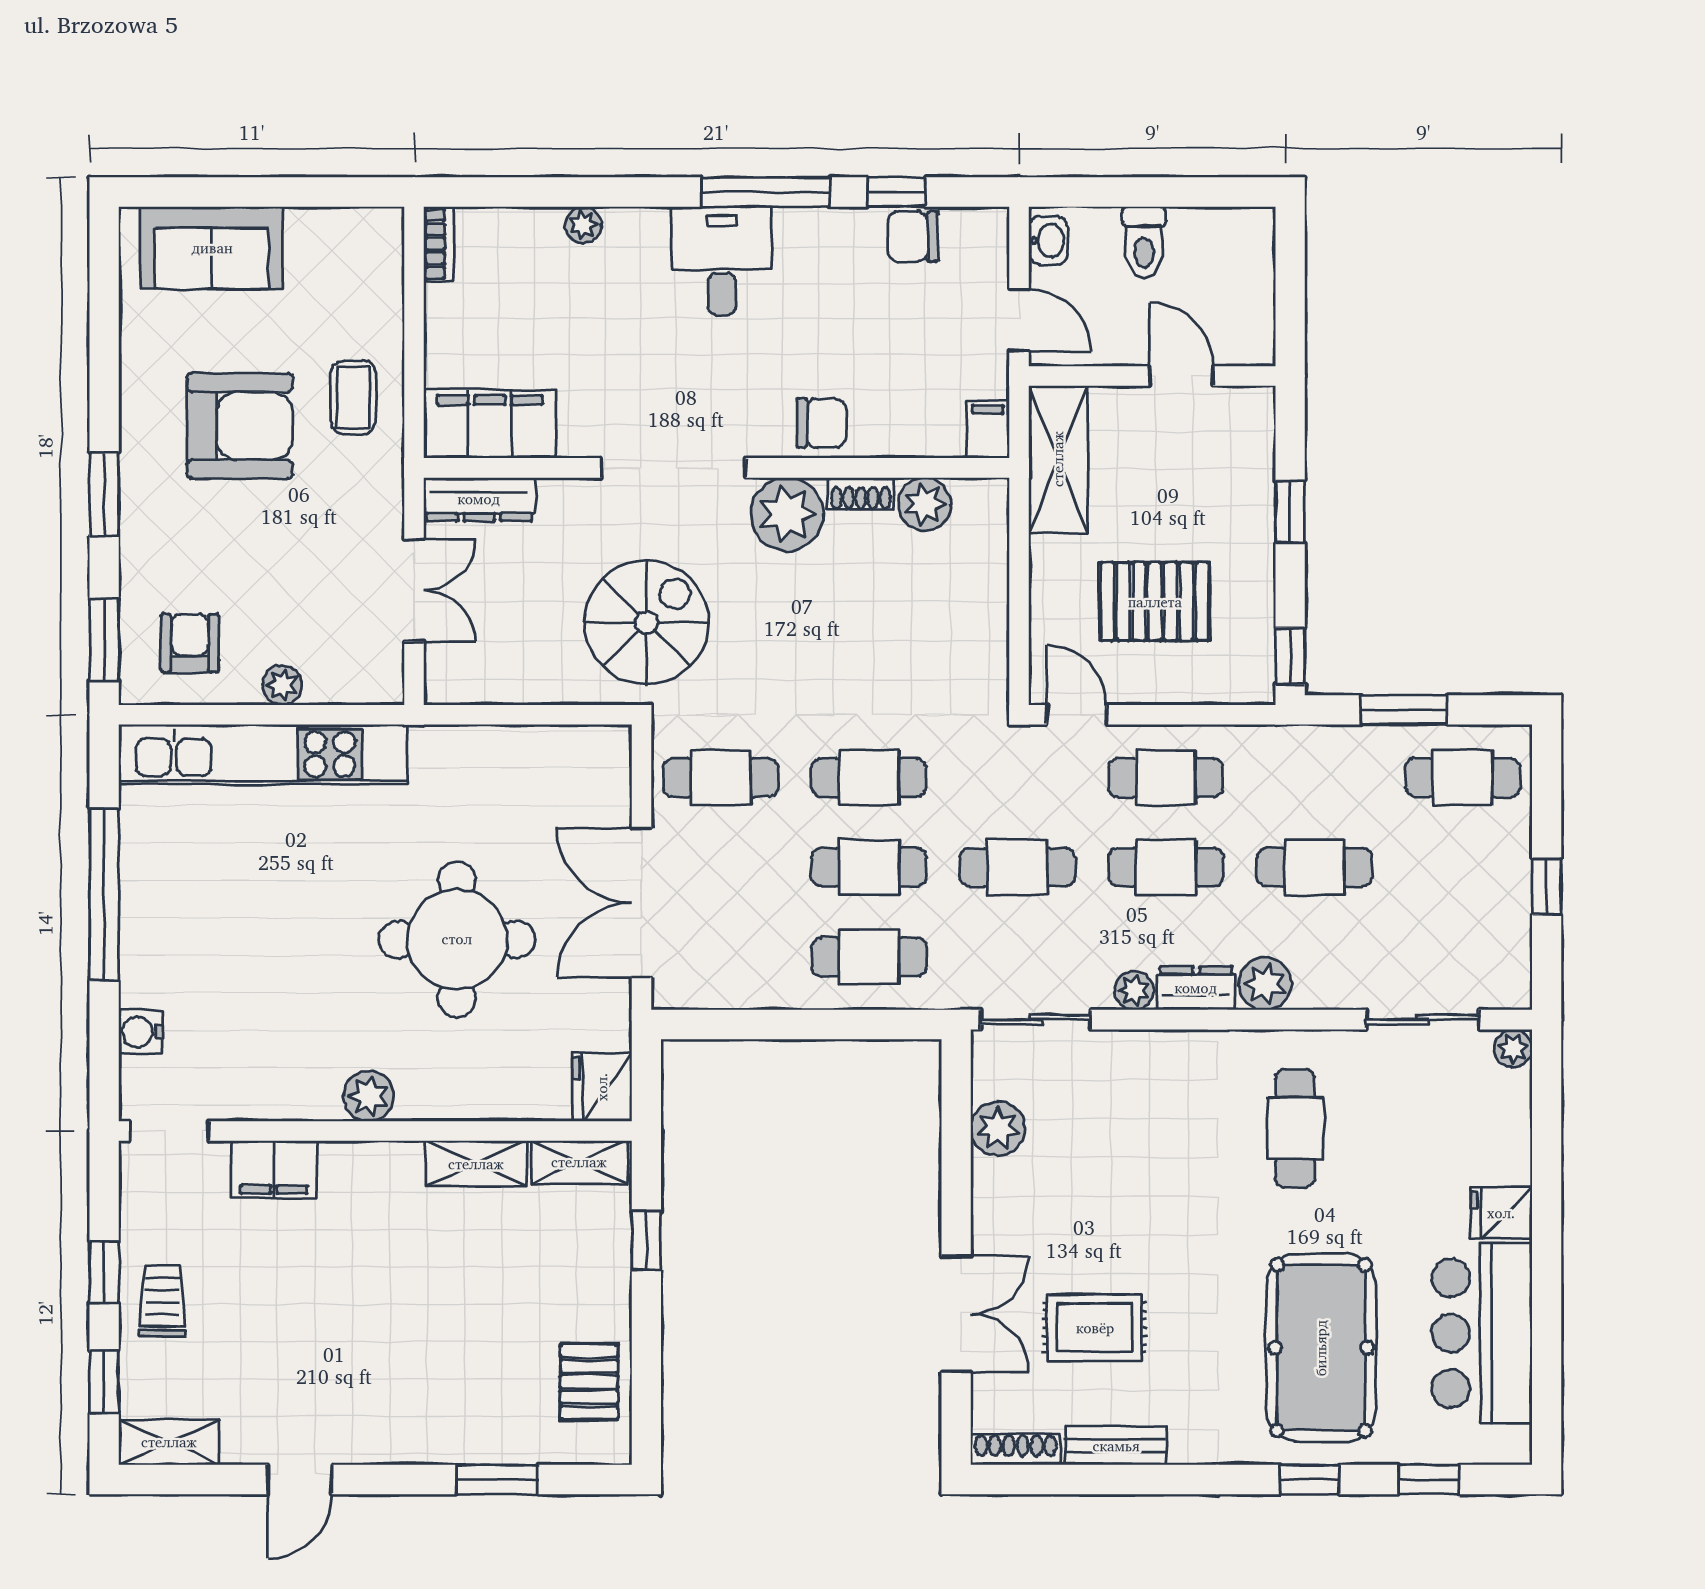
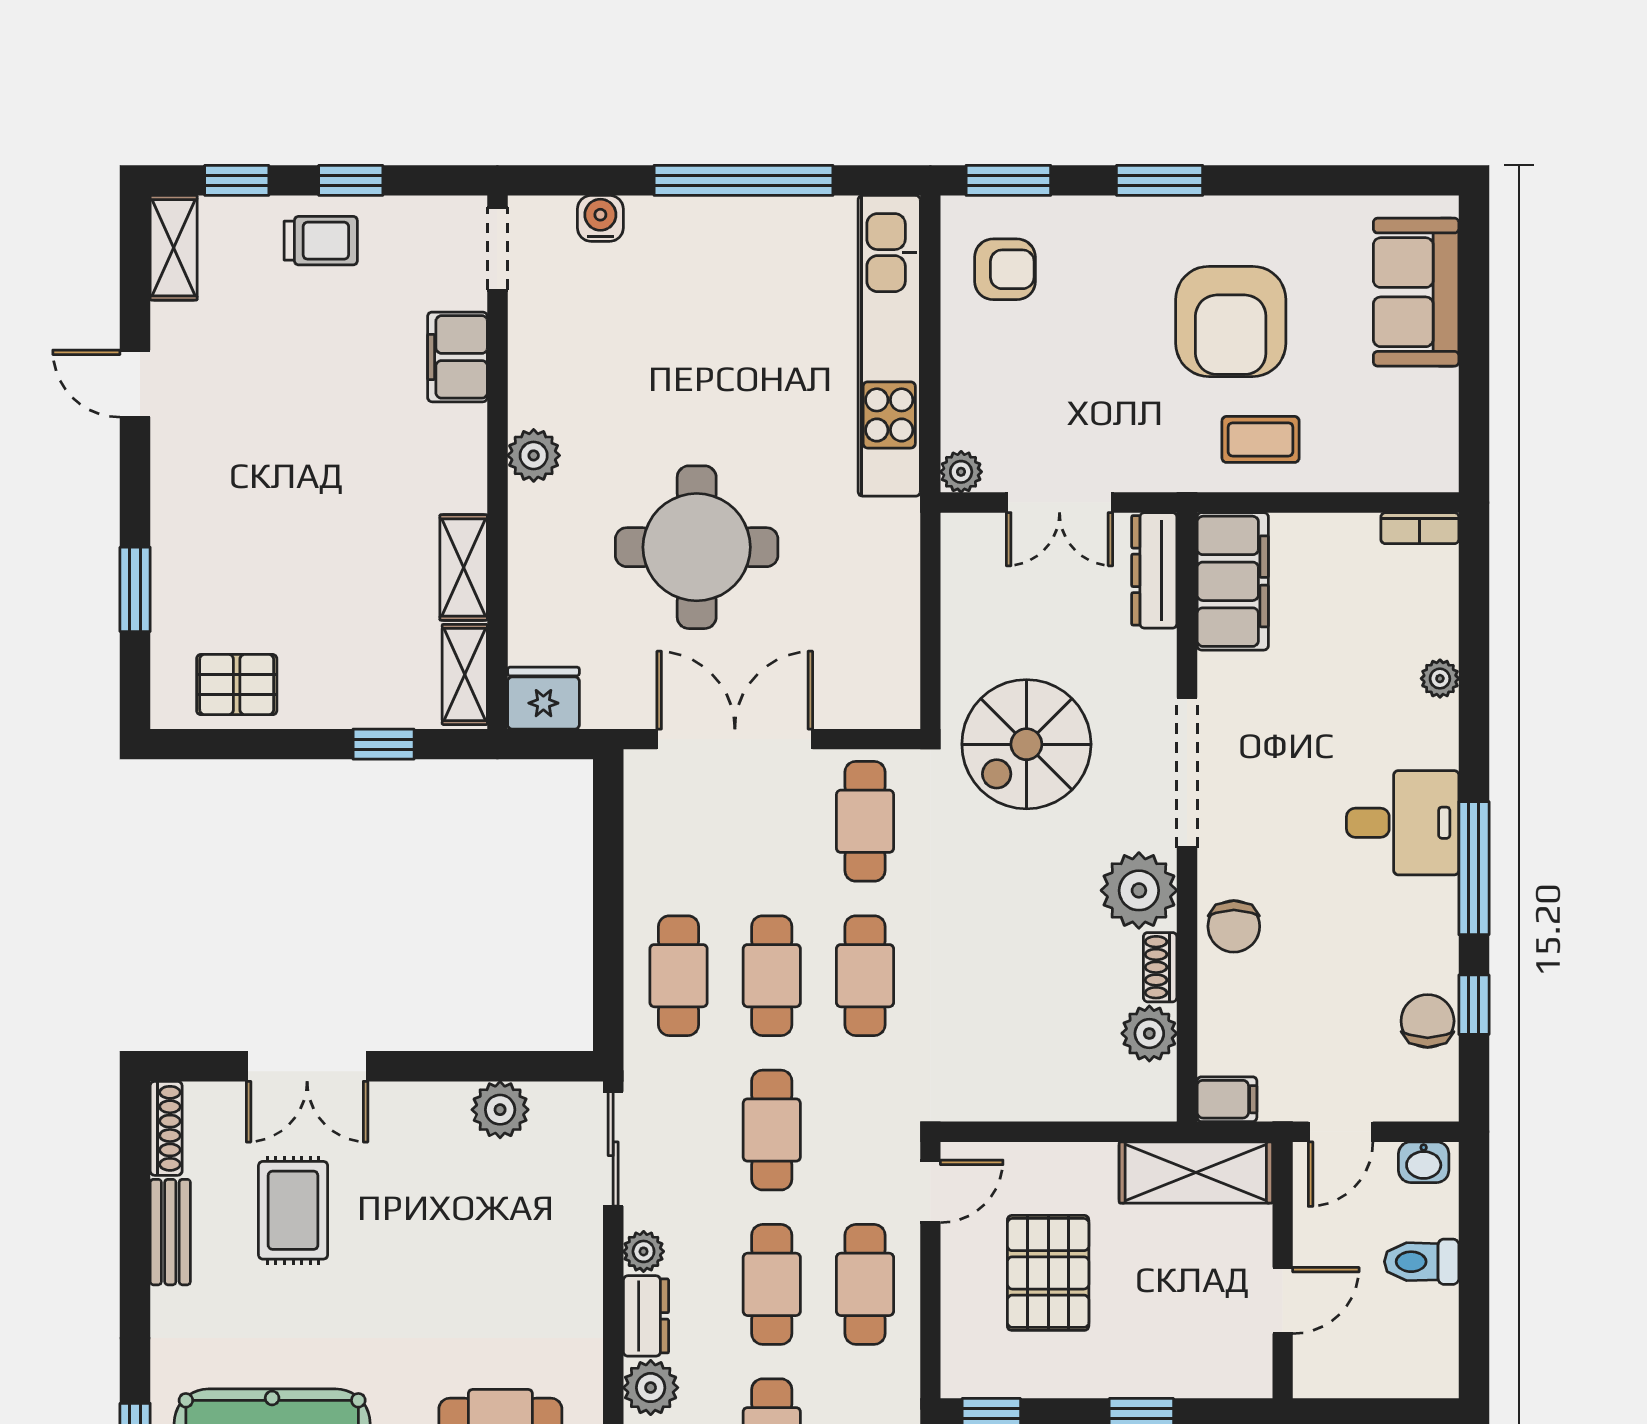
spiral stairs: (646, 622) -> (1026, 744), turned 90
plant: (282, 685) -> (961, 472), moved

